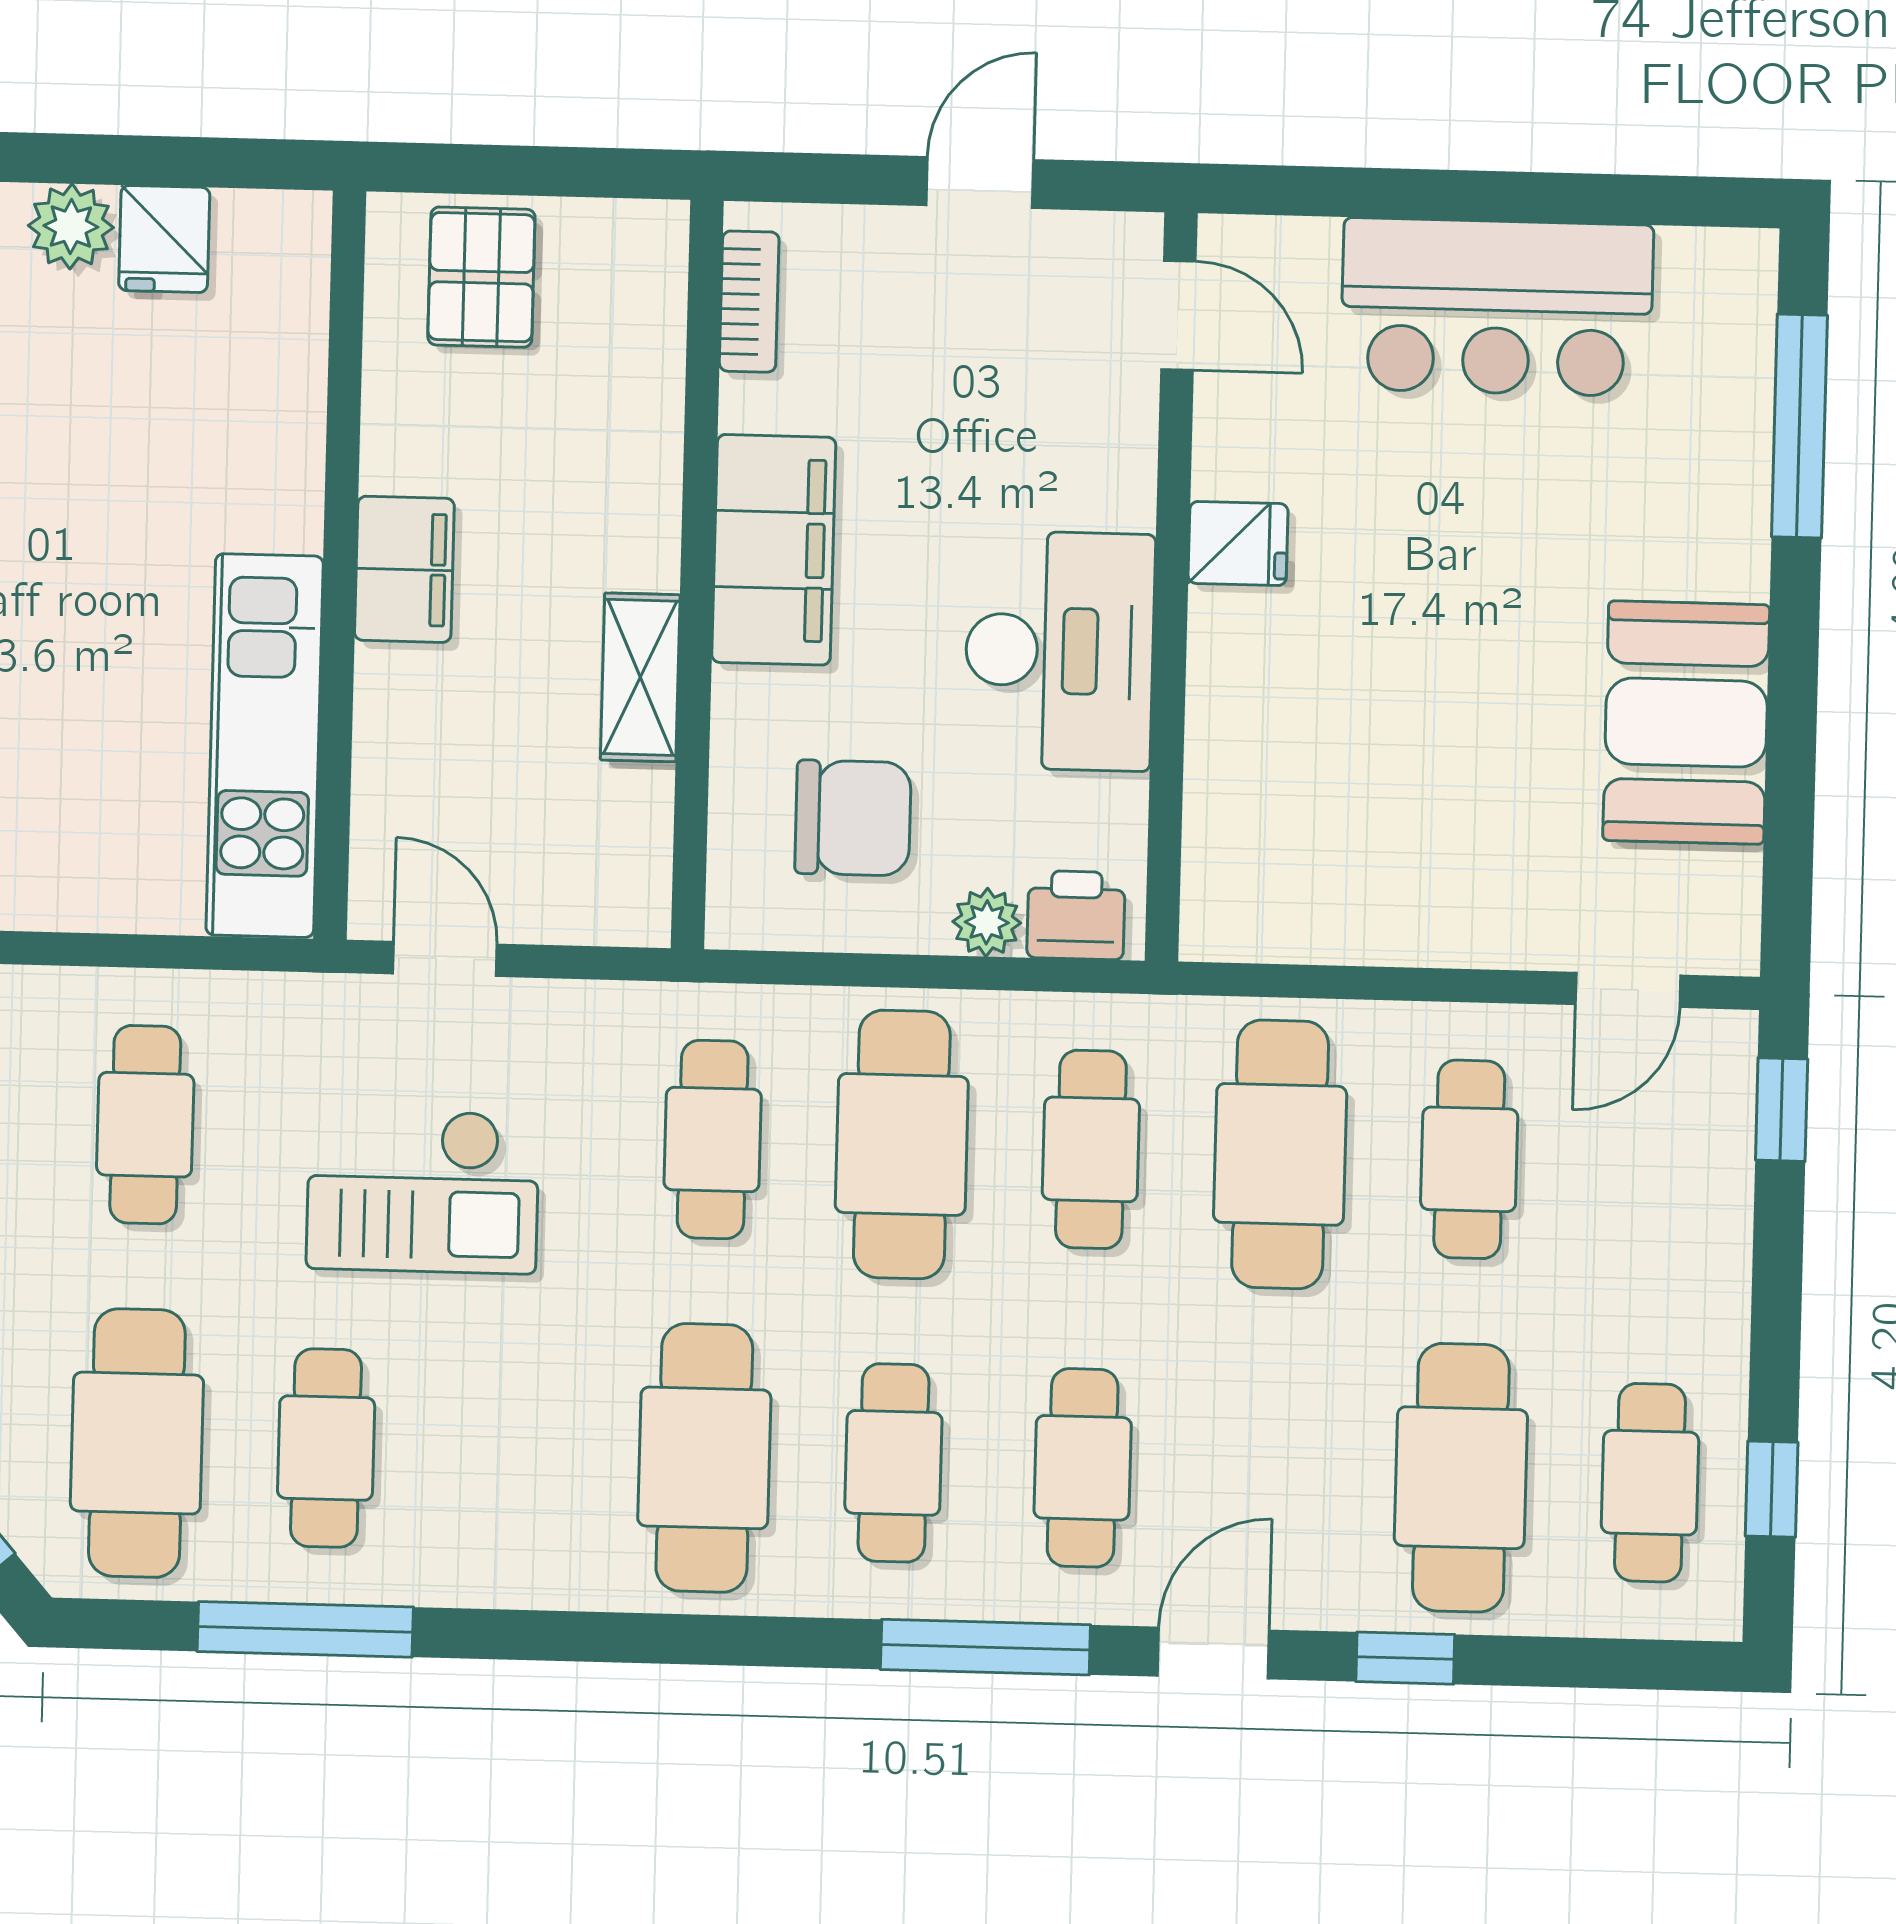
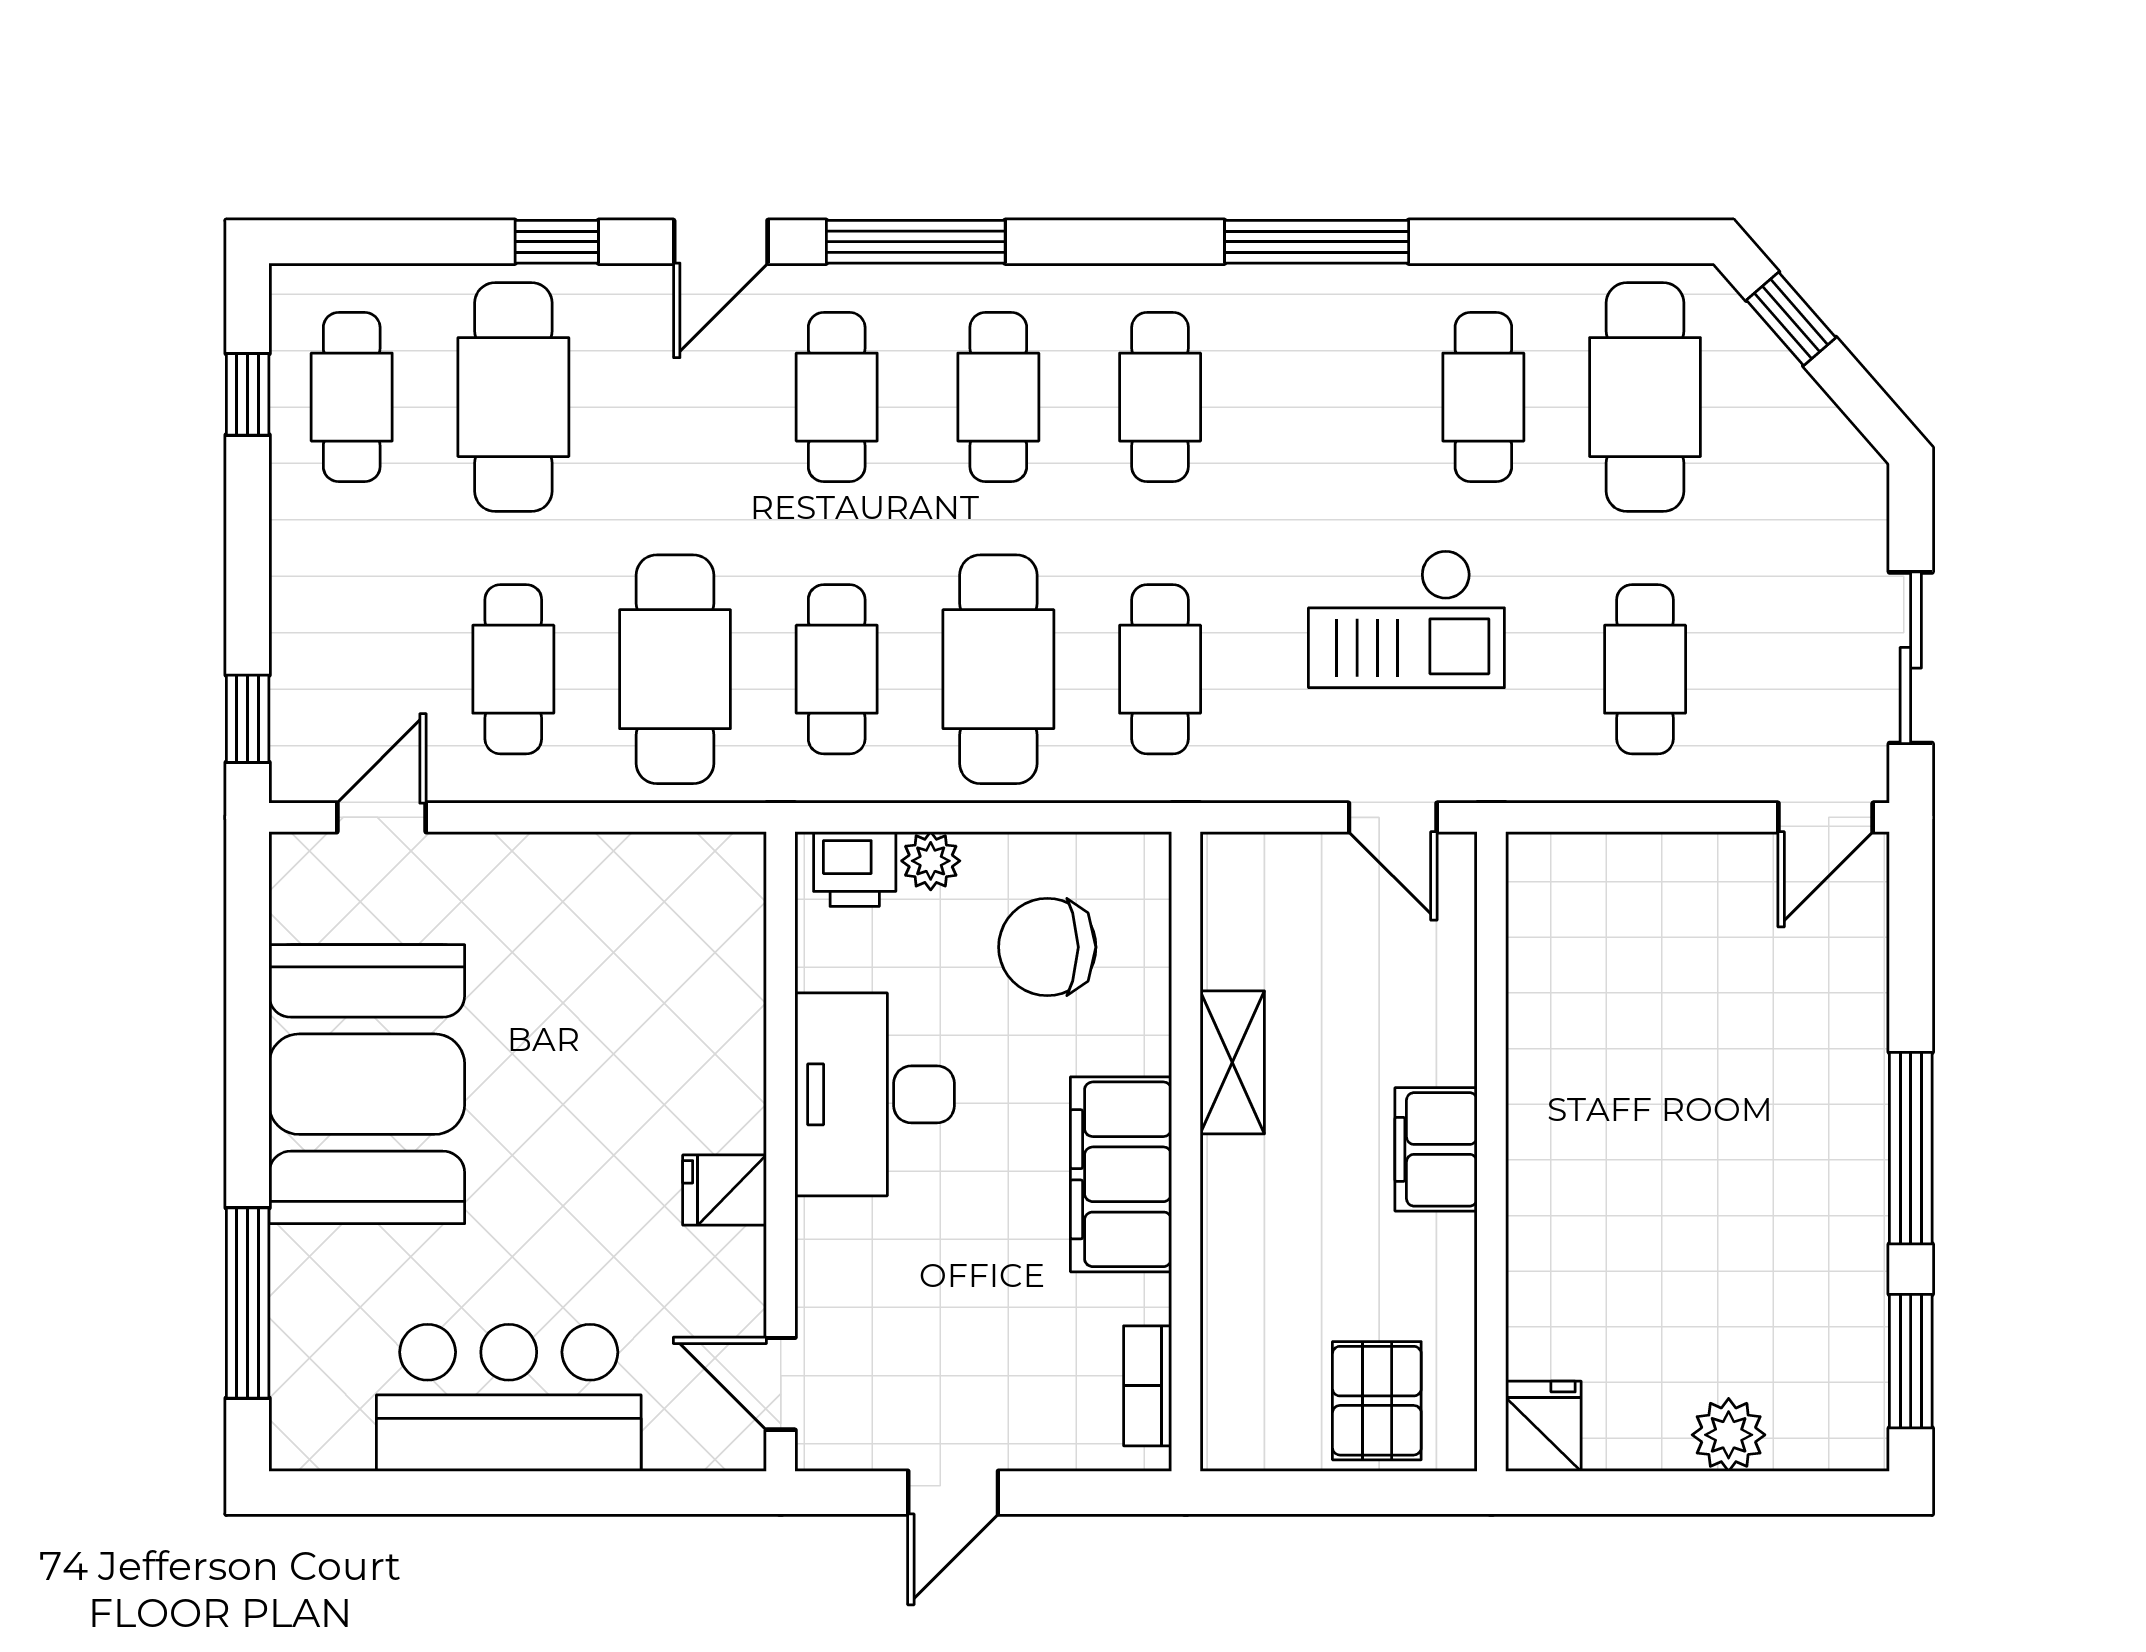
fridge: (164, 239) -> (1543, 1426), moved
booth: (1686, 723) -> (367, 1084), width x1.36, depth x1.42
kitchen unit: (265, 746) -> (1552, 996), removed
checkout: (423, 1191) -> (1406, 619), turned 180
cafe table: (704, 1458) -> (1160, 397), width x0.73, depth x0.74
window: (305, 1629) -> (1317, 242), moved

